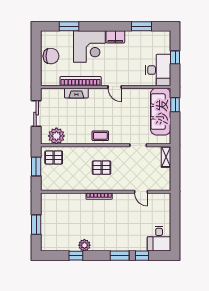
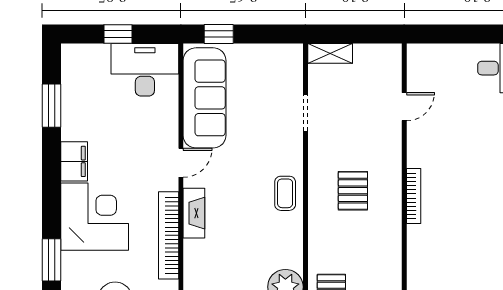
fireplace: (76, 93) -> (194, 213), moved
sofa: (161, 112) -> (205, 98), moved, turned -90

